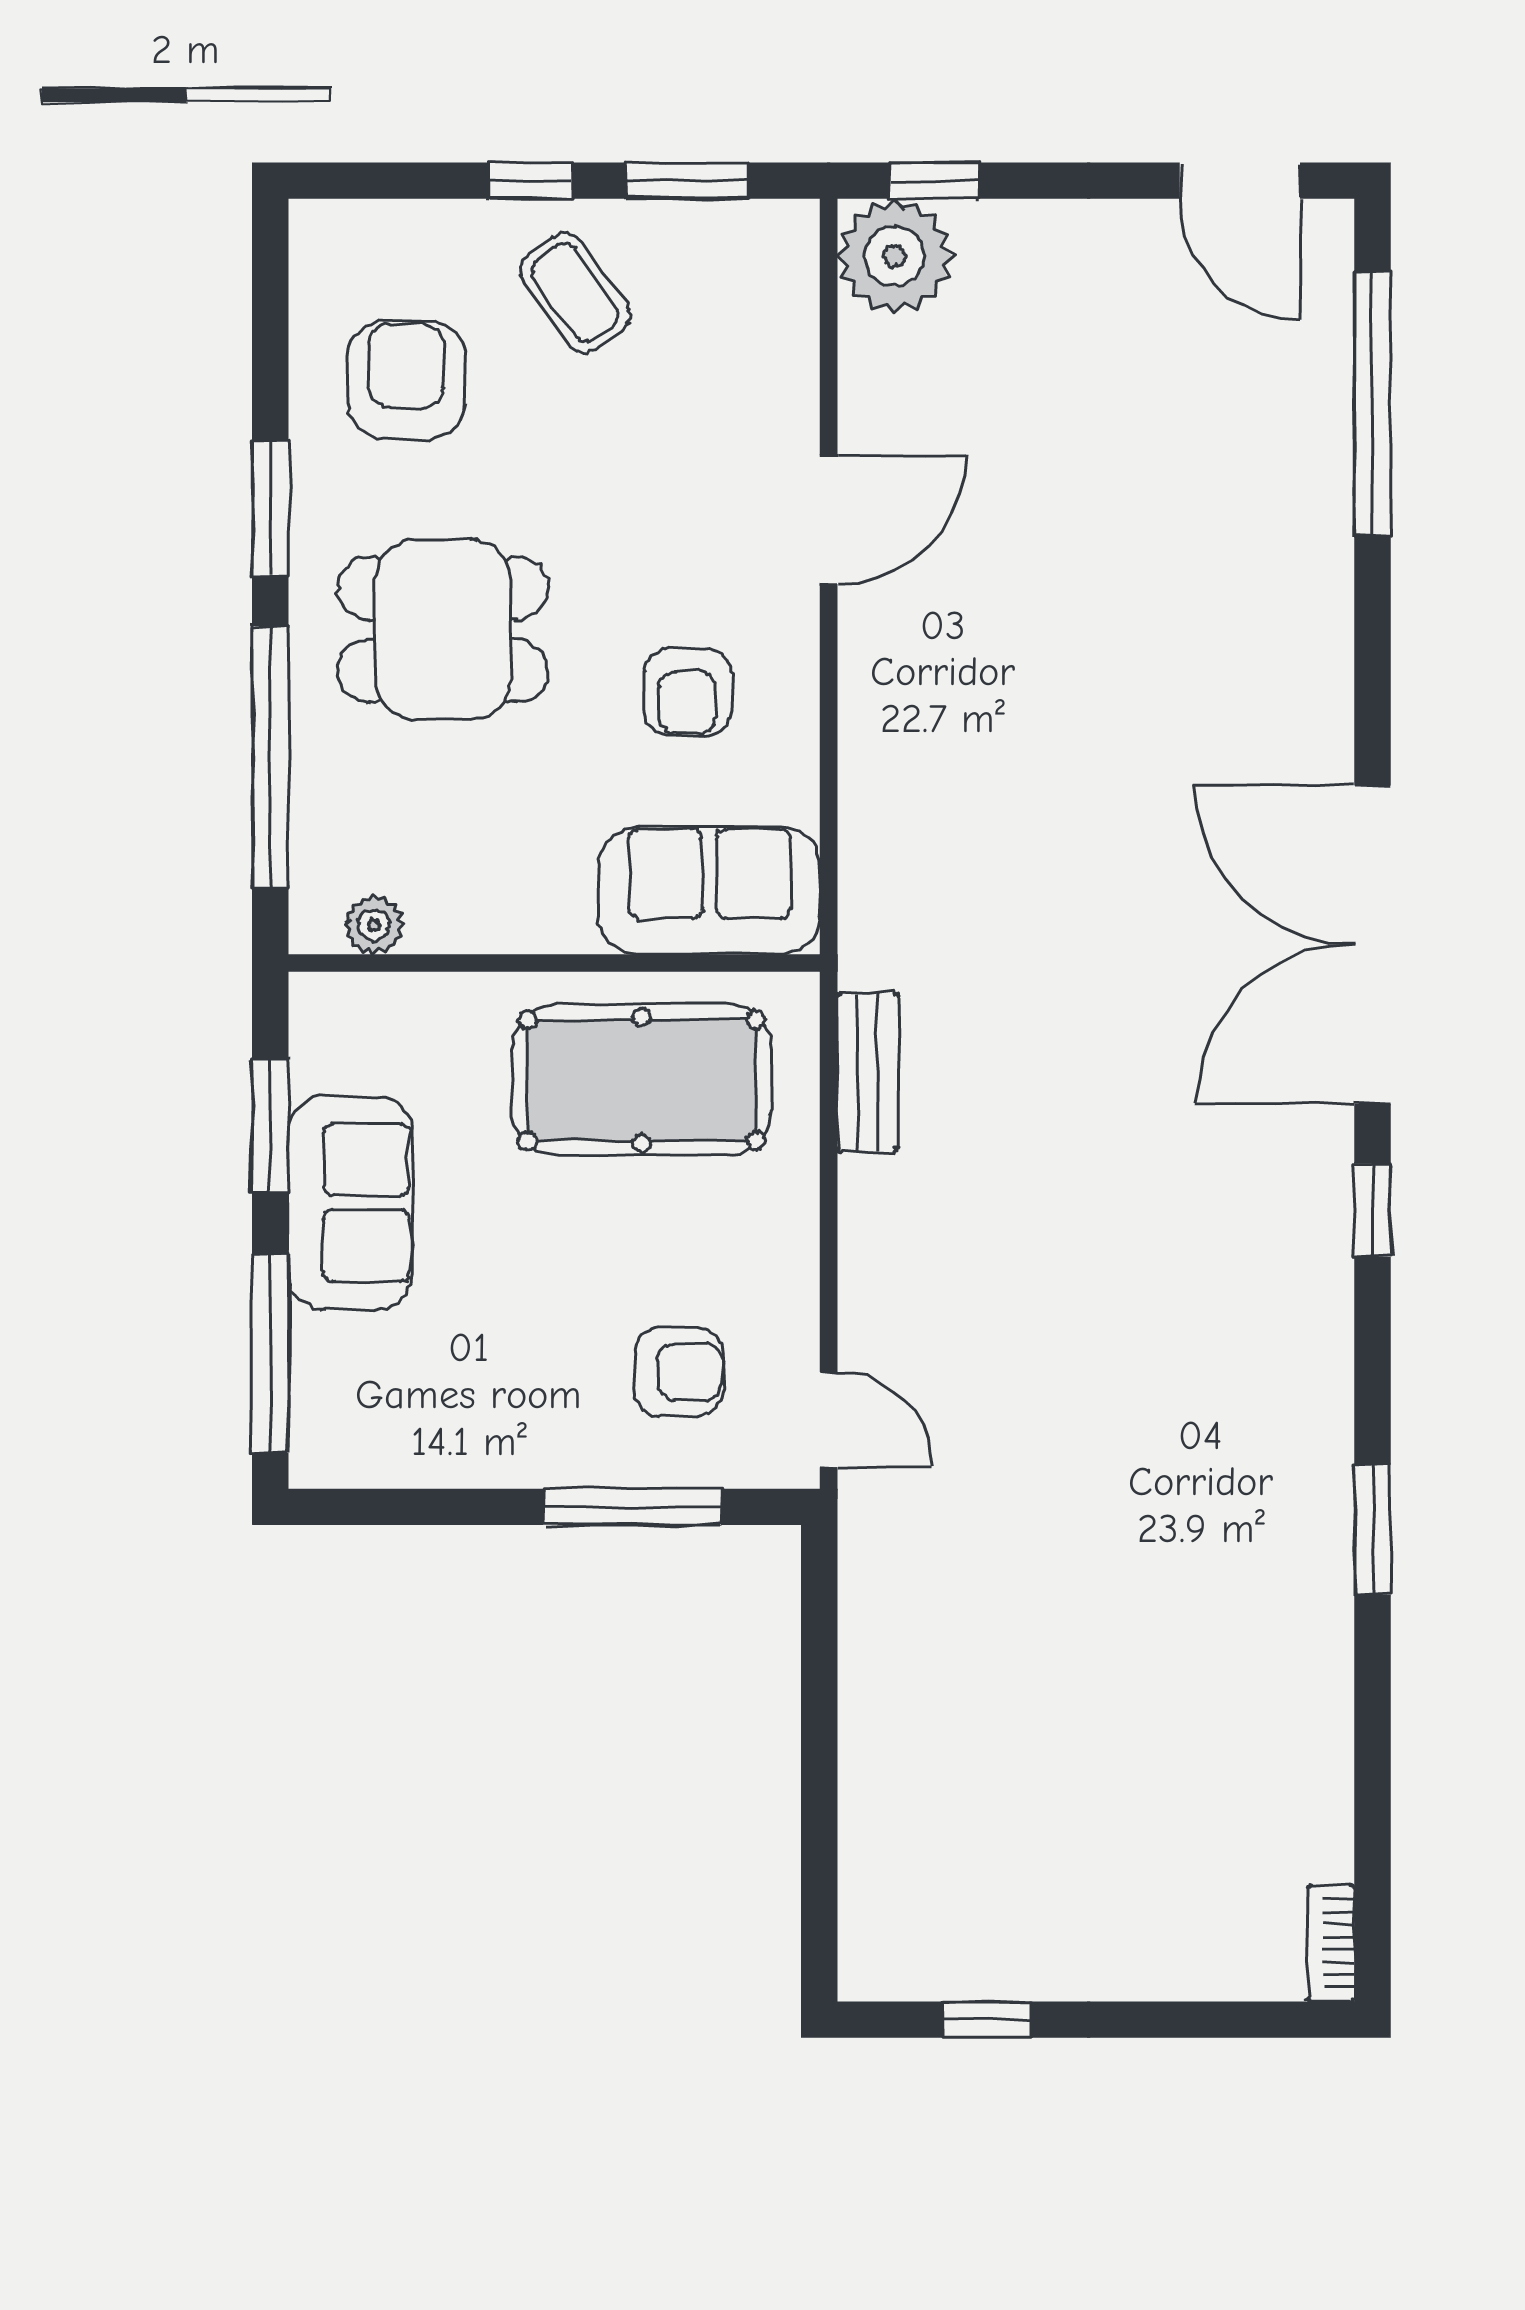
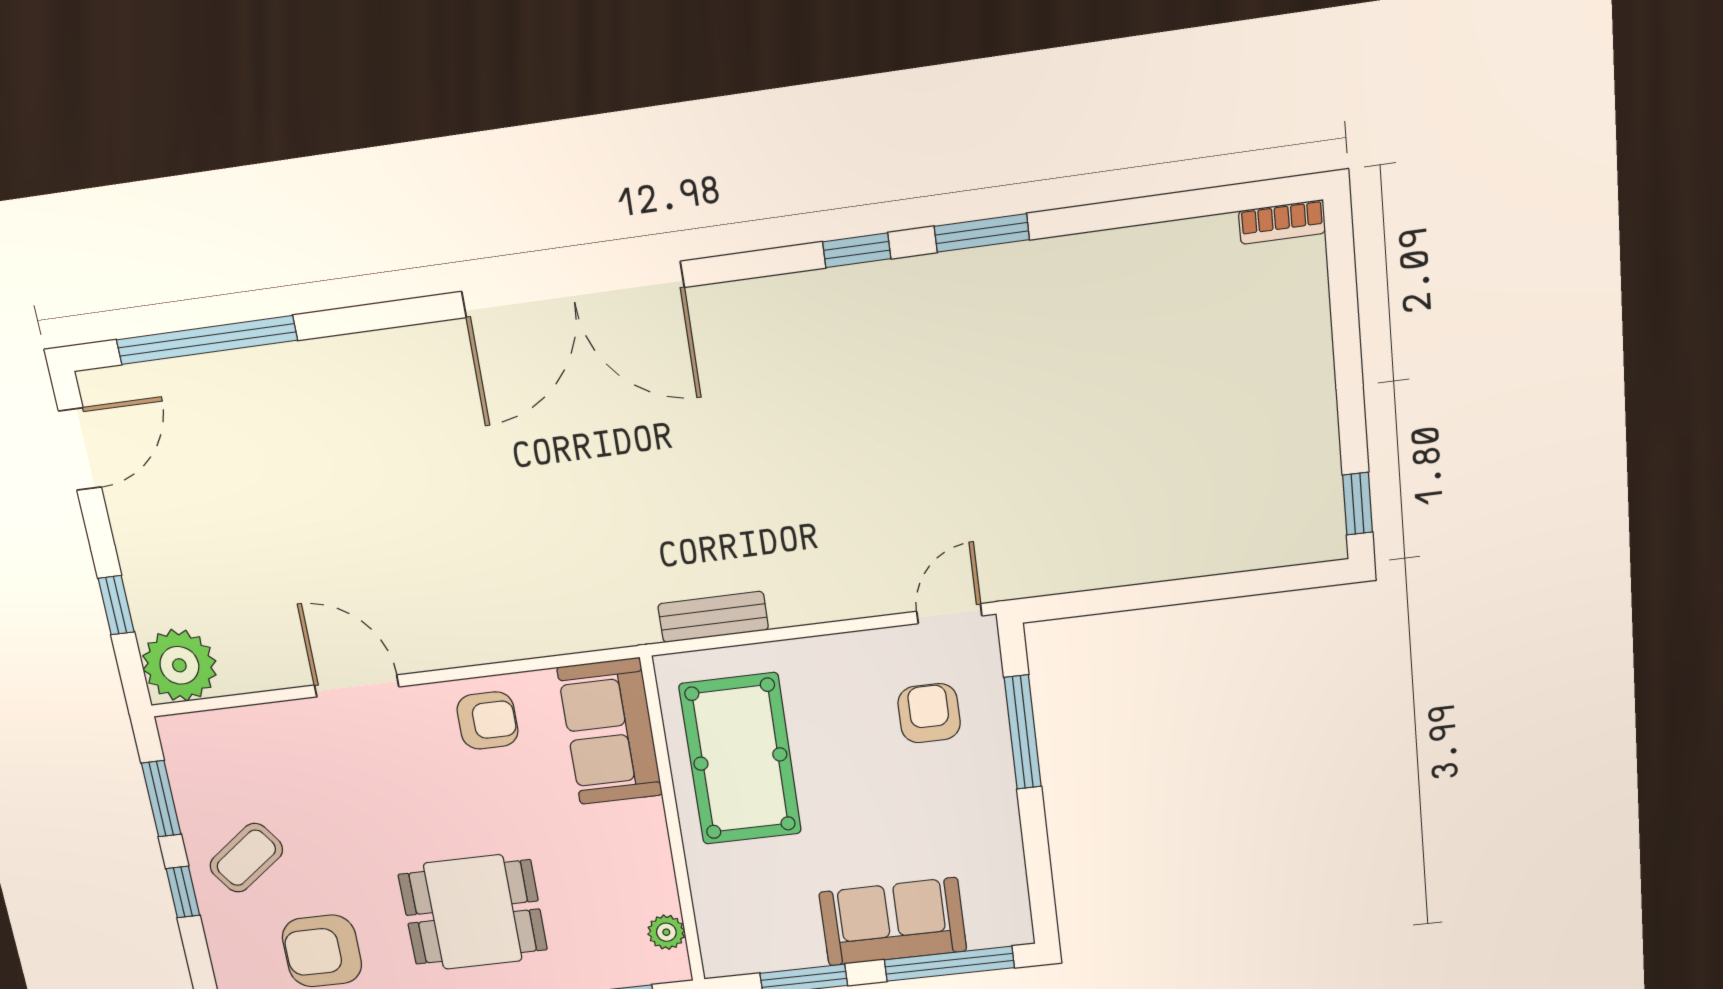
window: (934, 181) -> (116, 605), moved
dining table: (443, 630) -> (473, 912), turned 90
armchair: (687, 692) -> (487, 720), moved
sofa: (350, 1203) -> (893, 922), moved
window: (1372, 1210) -> (857, 250), moved
window: (987, 2020) -> (1358, 504), moved

